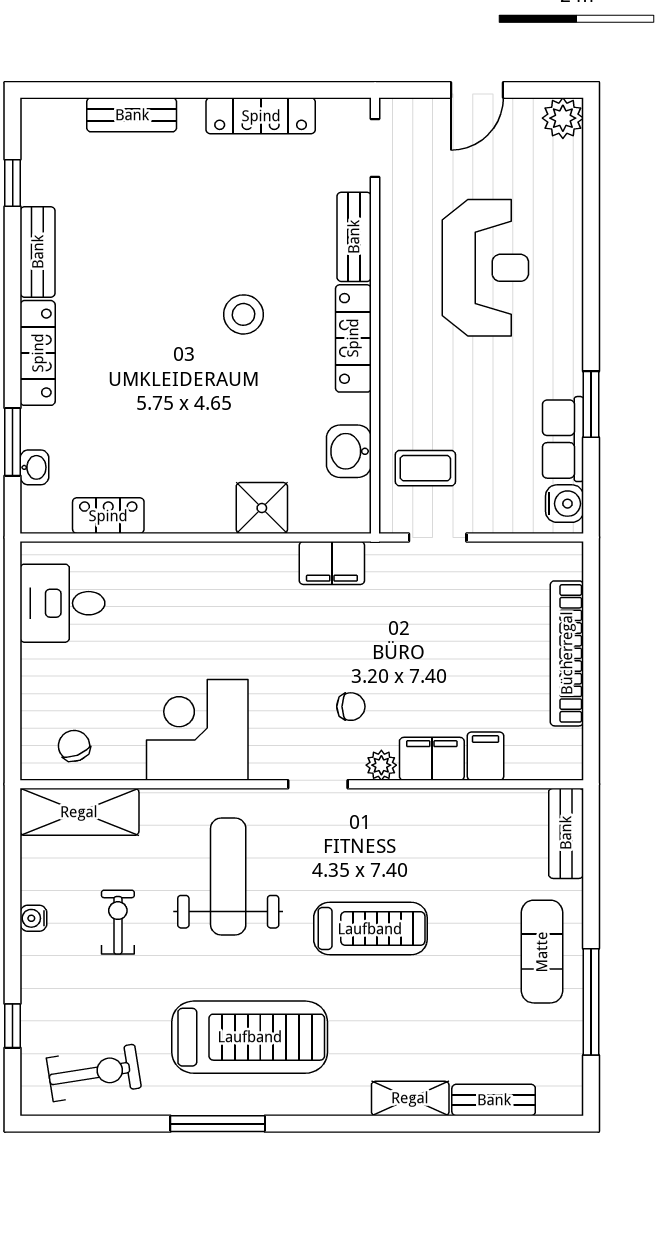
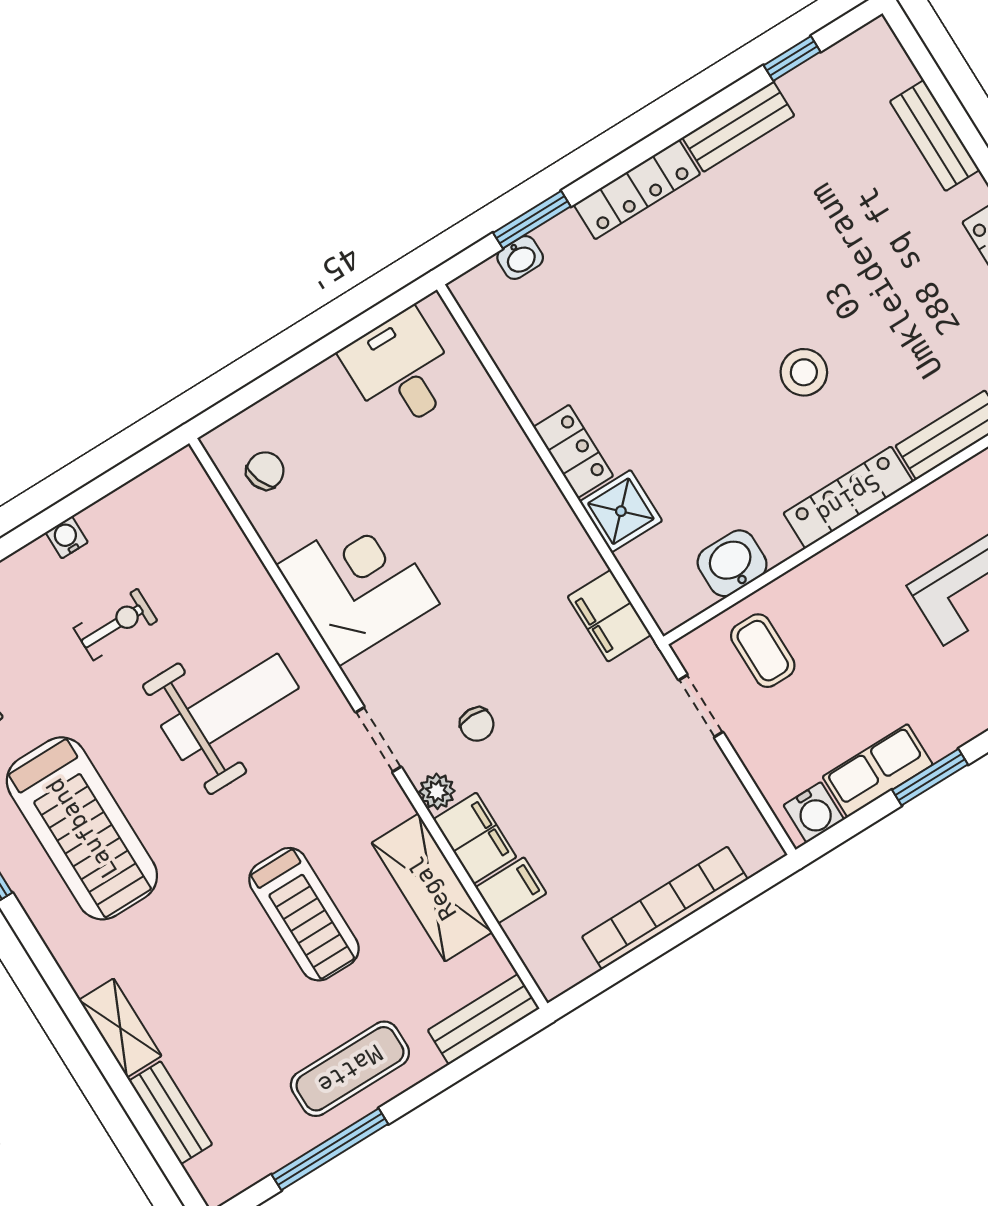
locker: (108, 516) -> (573, 451), moved
shelving: (79, 812) -> (432, 888), moved
treadmill: (370, 929) -> (304, 914), moved

